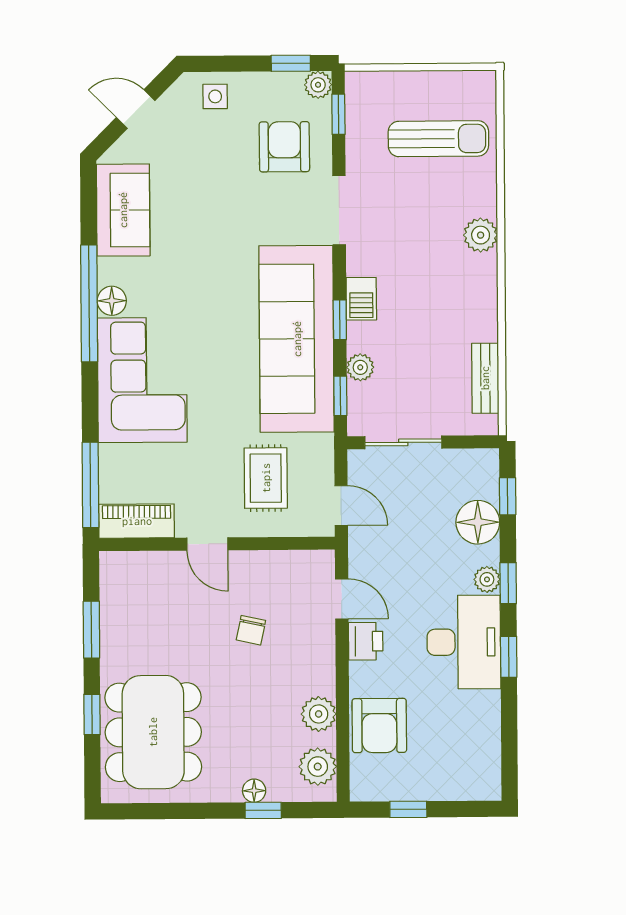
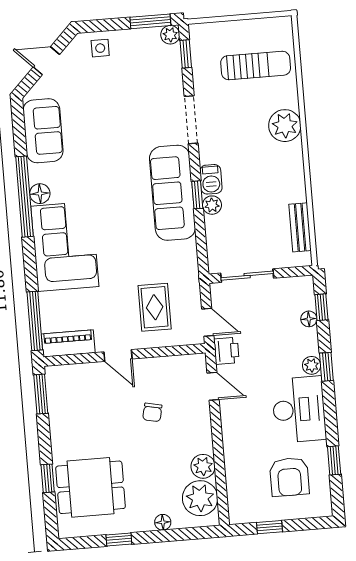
window: (291, 63) -> (150, 21), width x1.50
armchair: (284, 147) -> (150, 79), removed
plant: (481, 235) -> (285, 126), width x1.36, depth x1.36
sofa: (297, 339) -> (173, 193), width x0.74, depth x0.79
plant: (360, 367) -> (212, 205), moved
window: (340, 396) -> (202, 247), removed
floor lamp: (478, 522) -> (309, 319), width x0.53, depth x0.53
window: (91, 630) -> (41, 394), moved
printer: (366, 641) -> (226, 351), moved
window: (509, 657) -> (334, 460), moved
armchair: (379, 726) -> (289, 477), moved
dining table: (153, 732) -> (91, 487), width x0.73
plant: (318, 767) -> (200, 498), width x1.36, depth x1.36
window: (263, 810) -> (119, 539), moved

